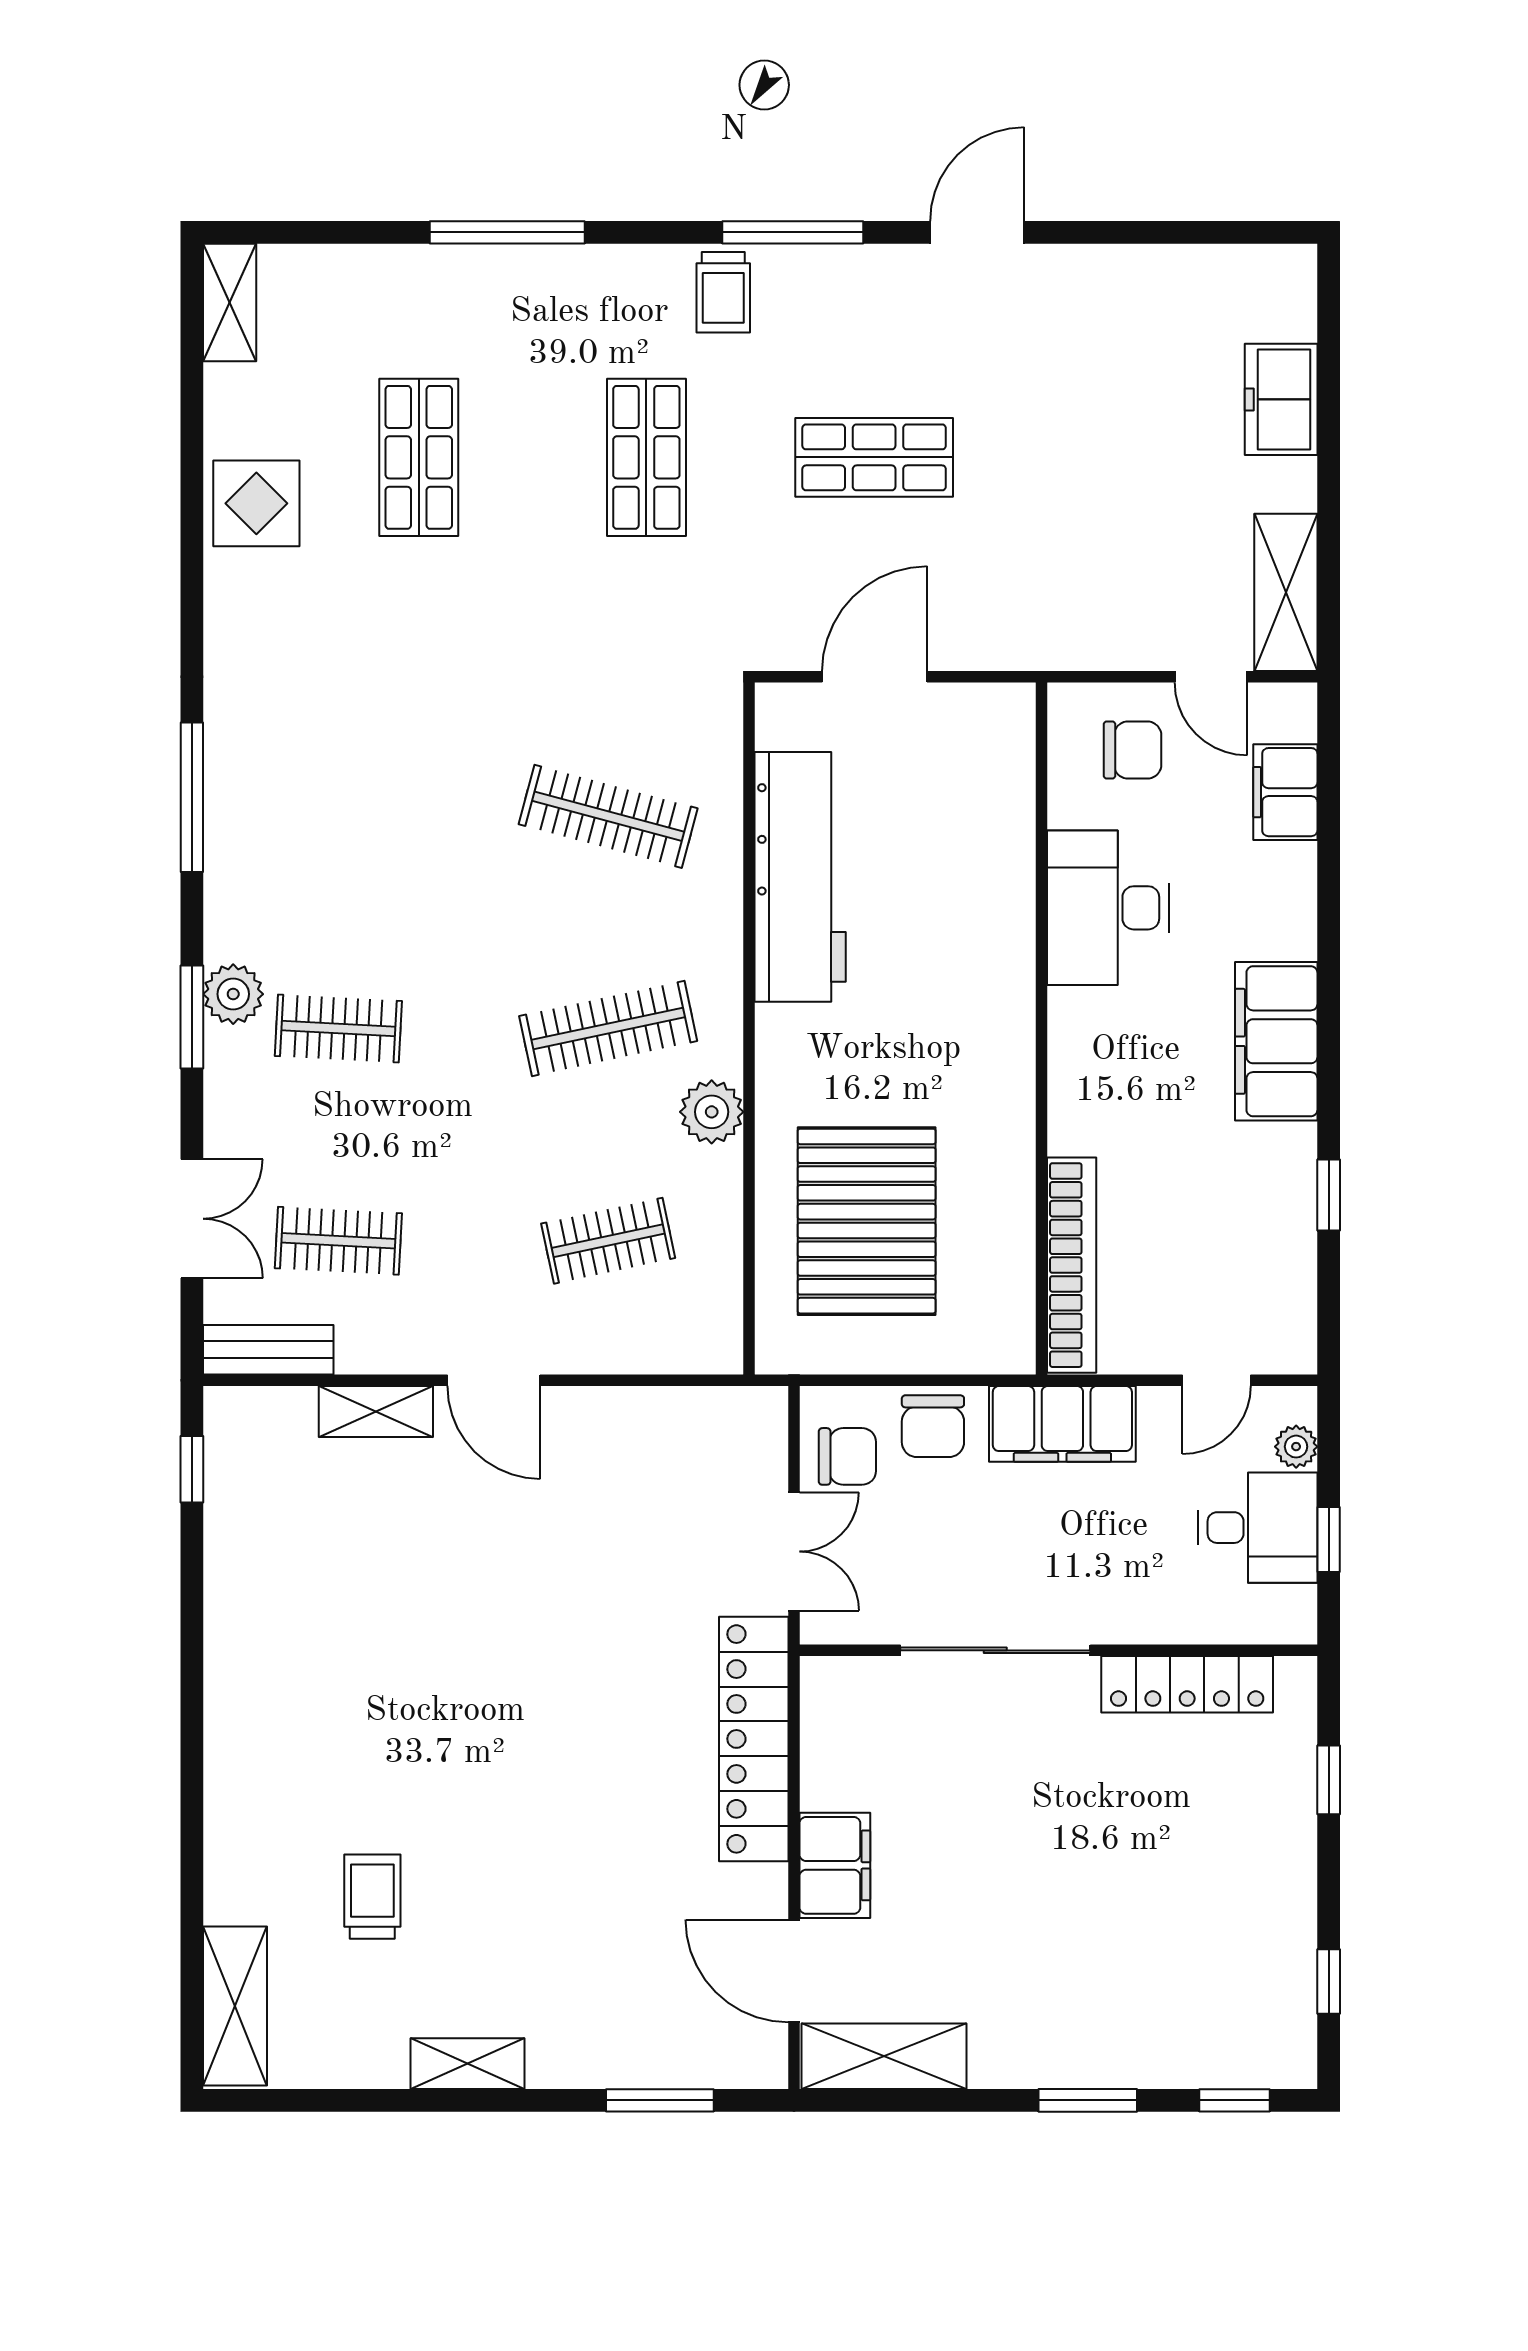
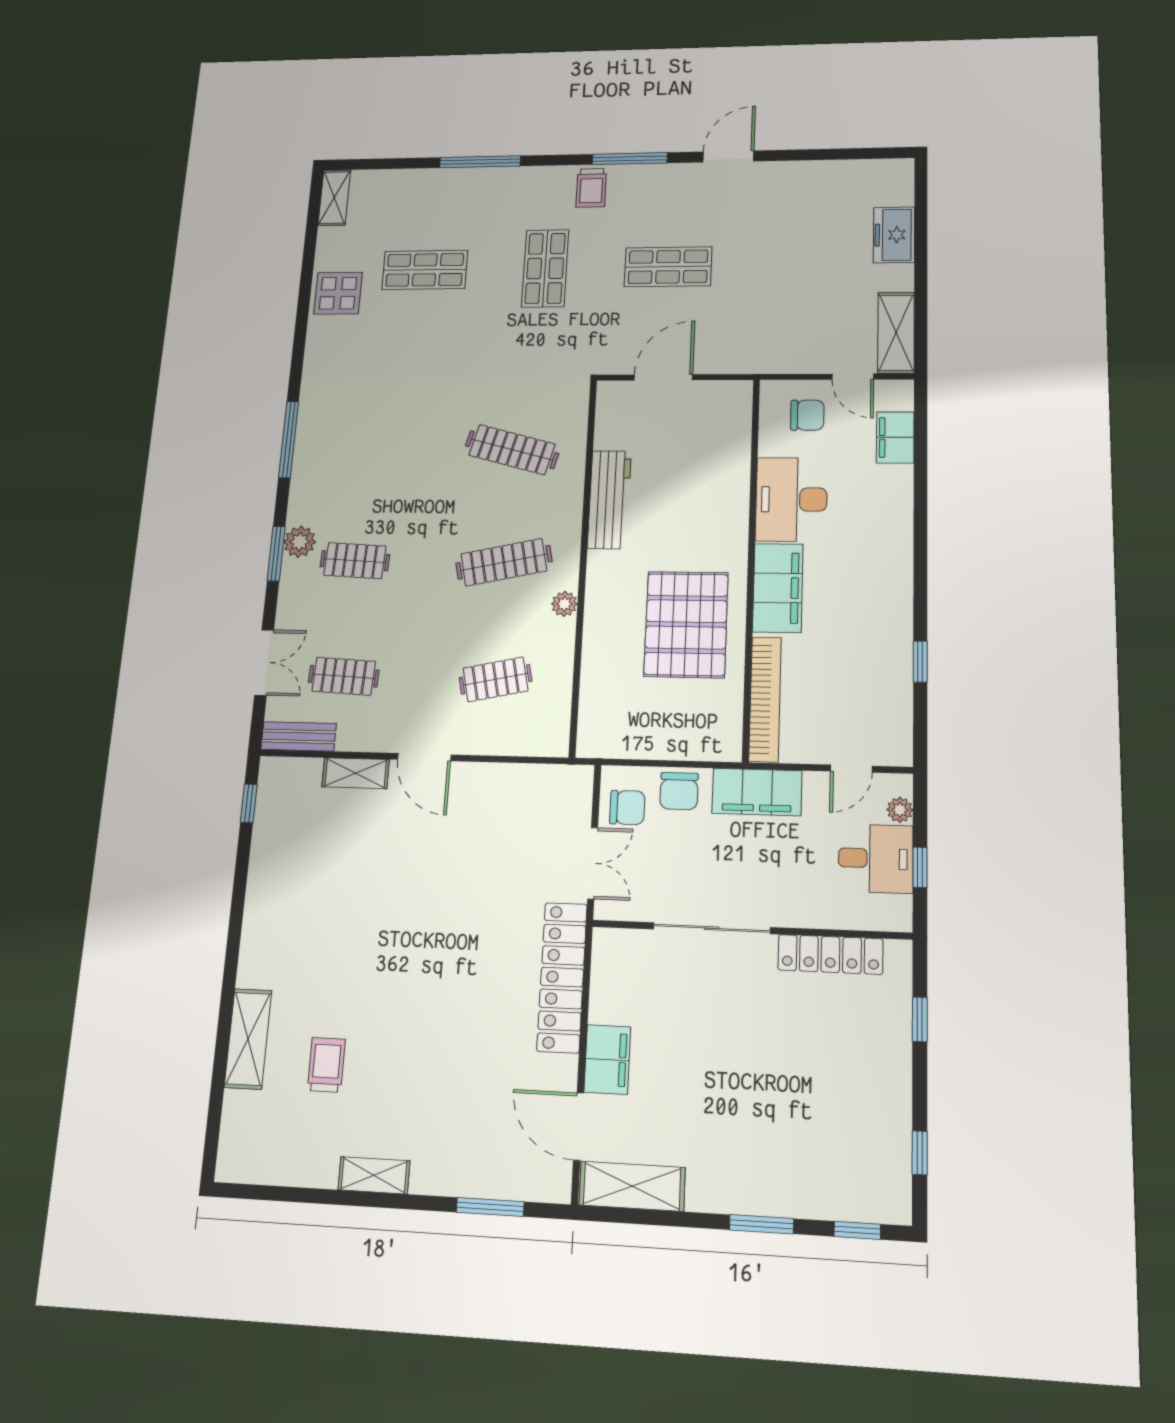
shop shelf: (419, 457) -> (425, 270), turned 90
workbench: (800, 877) -> (609, 500), width x0.73, depth x0.76
filing cabinet: (1276, 1041) -> (778, 588), moved, turned 180
plant: (712, 1112) -> (564, 604), width x0.73, depth x0.73
pallet: (867, 1221) -> (686, 624), moved
shelving: (235, 2006) -> (248, 1039), moved

